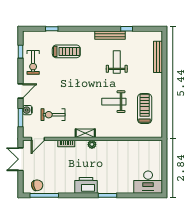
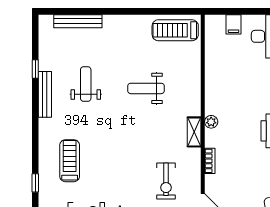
weight bench: (117, 62) -> (86, 84), turned 90
weight bench: (114, 102) -> (146, 88), turned 90
treadmill: (145, 109) -> (175, 30), moved
filing cabinet: (156, 159) -> (234, 24), added

